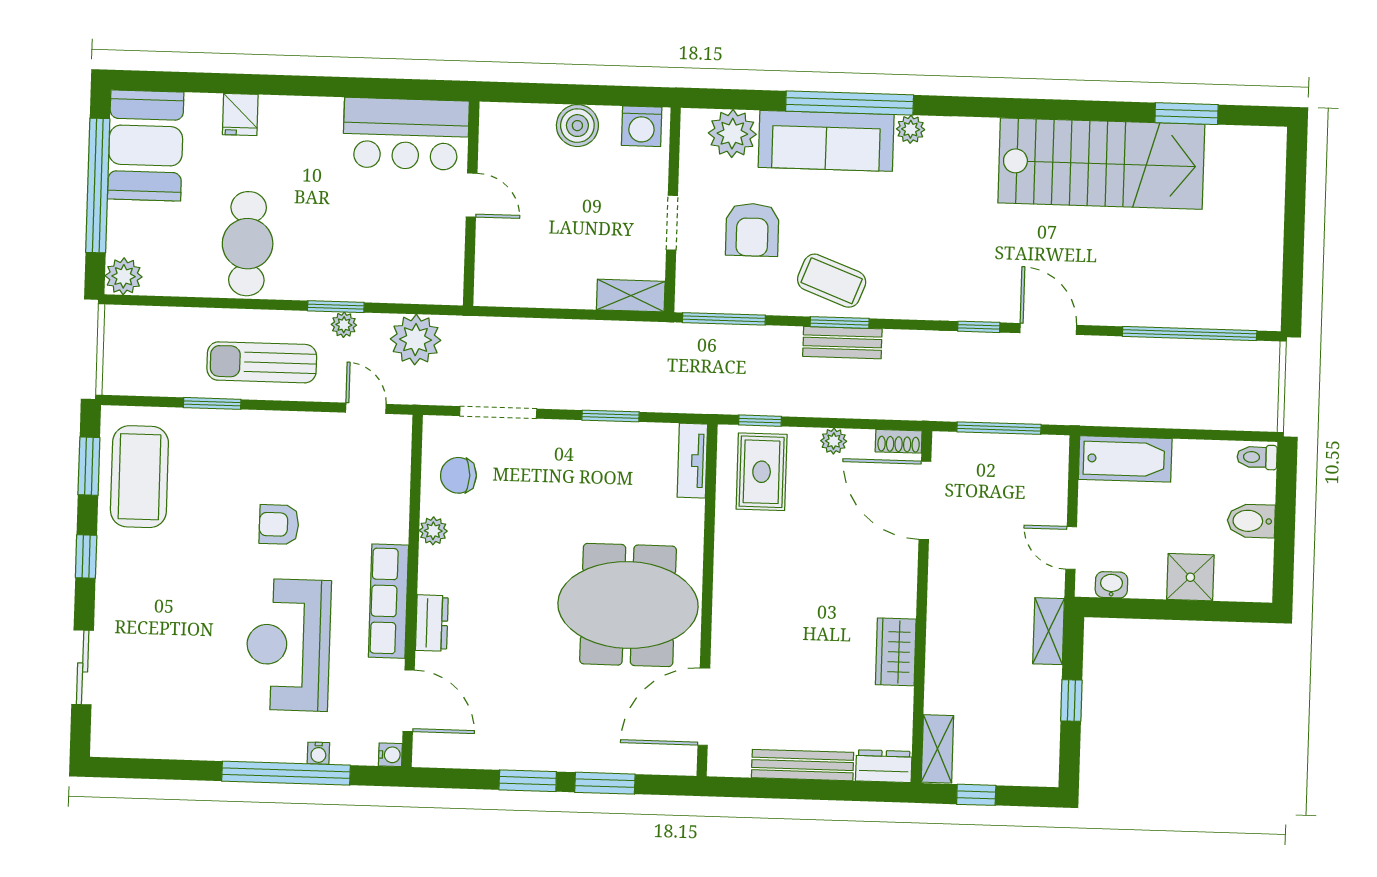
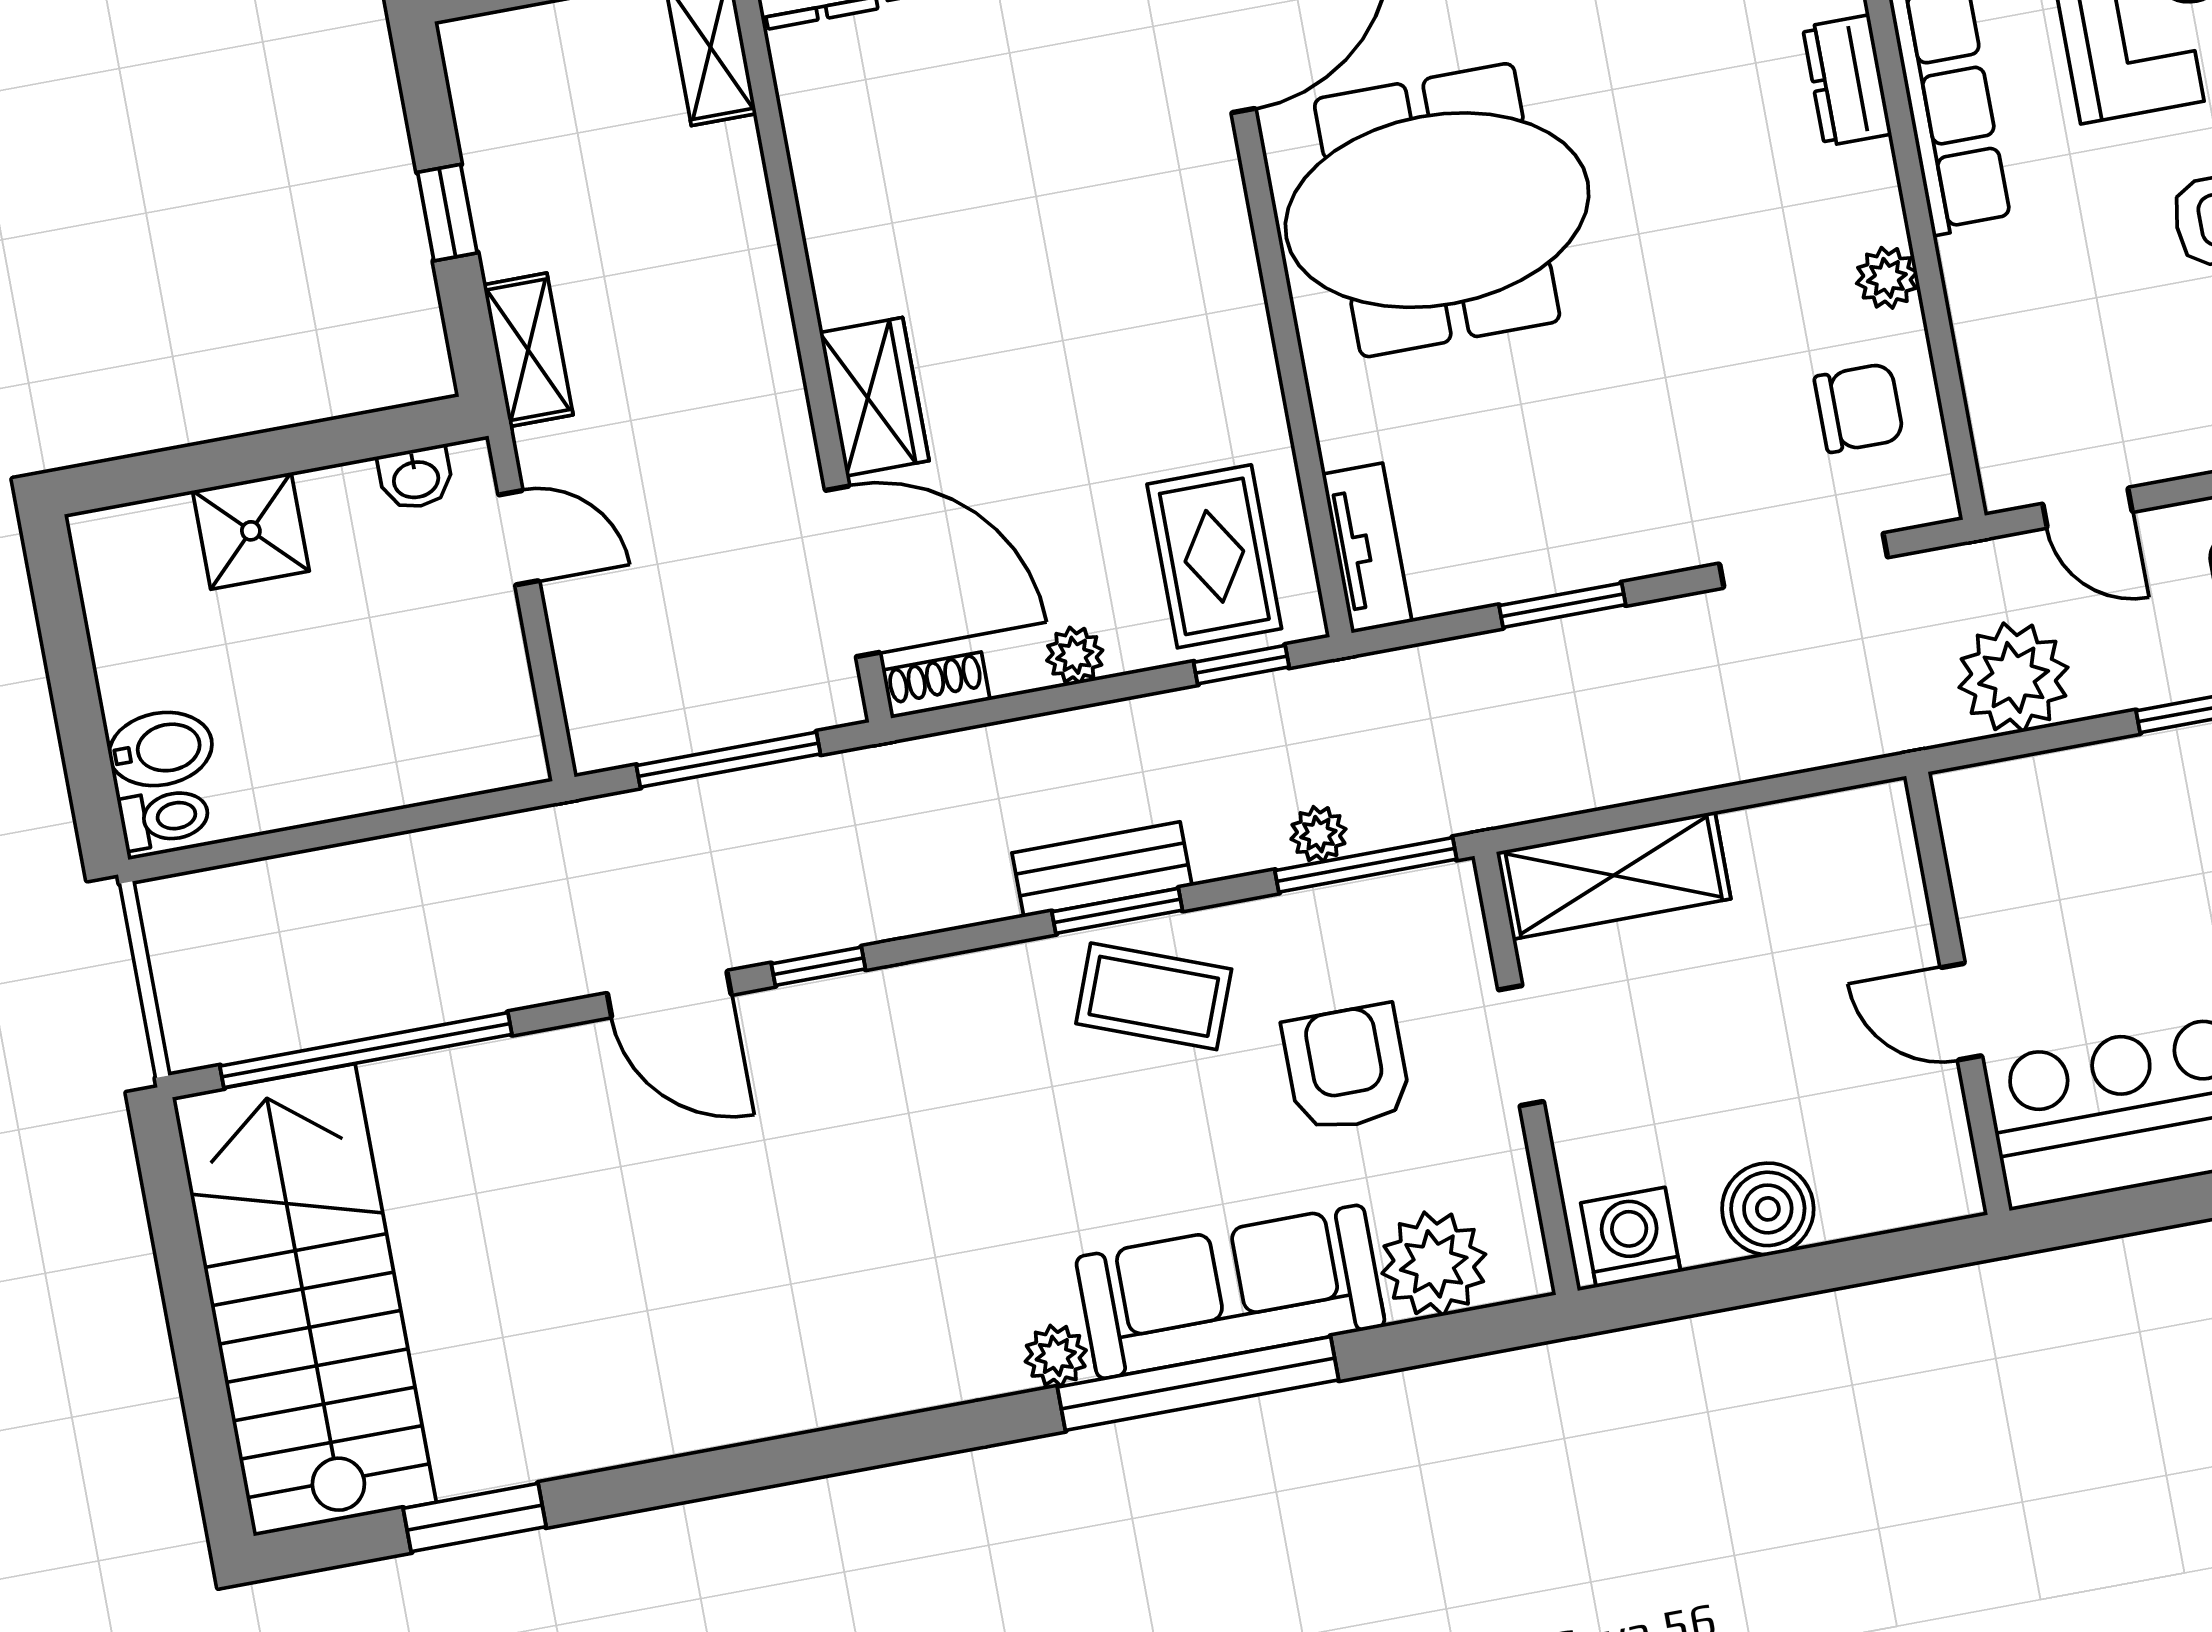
stairs: (1101, 164) -> (304, 1300), moved, turned 90
shelving: (631, 296) -> (1614, 875), width x1.50, depth x1.33
plant: (344, 325) -> (1318, 834), moved
bathtub: (1125, 459) -> (445, 753), removed
bidet: (1251, 521) -> (160, 749), moved
wardrobe: (896, 652) -> (874, 397), moved

